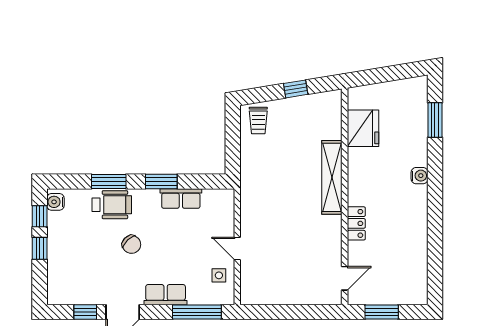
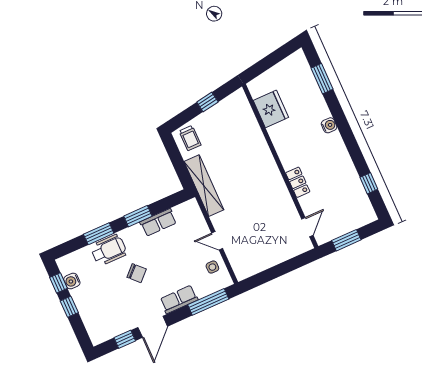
shelving: (332, 177) -> (204, 186), moved
water cooler: (55, 202) -> (72, 281), moved
window: (435, 260) -> (369, 183), added

